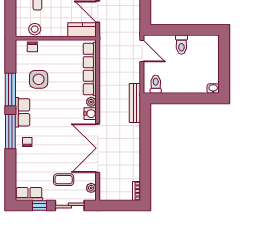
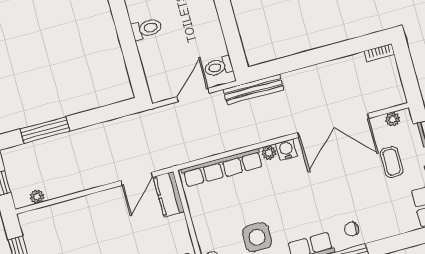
toilet: (181, 45) -> (147, 29), moved
door: (142, 51) -> (193, 95), moved

